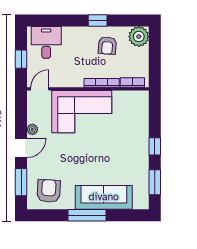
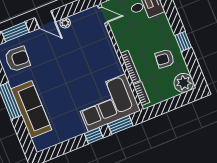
corner sofa: (82, 112) -> (107, 103), moved, turned 90
window: (155, 182) -> (120, 125), moved

